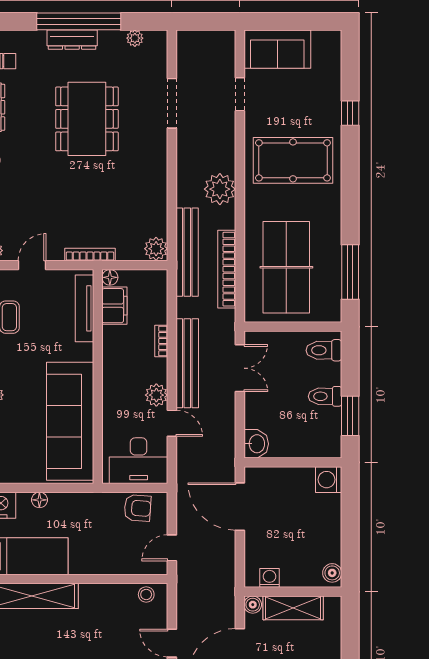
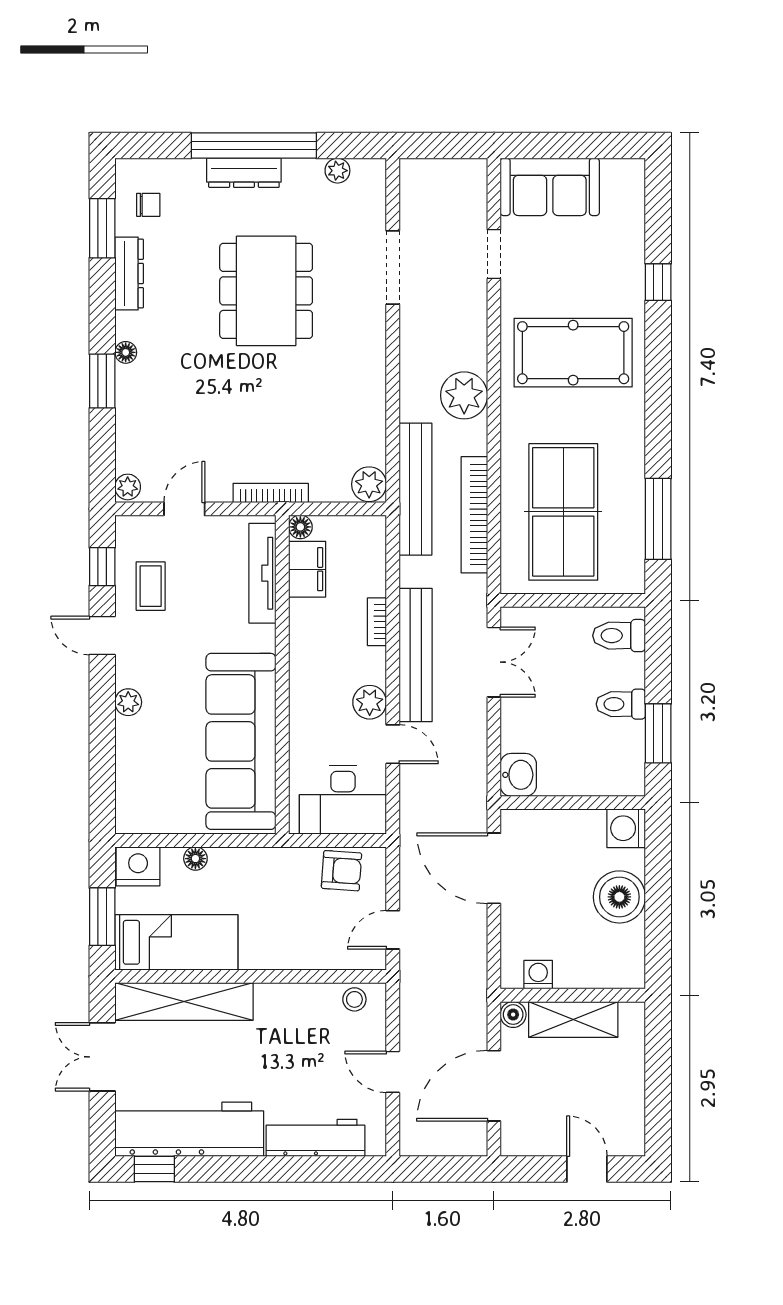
boiler: (332, 573) -> (619, 897), moved, width x1.86, depth x1.86

